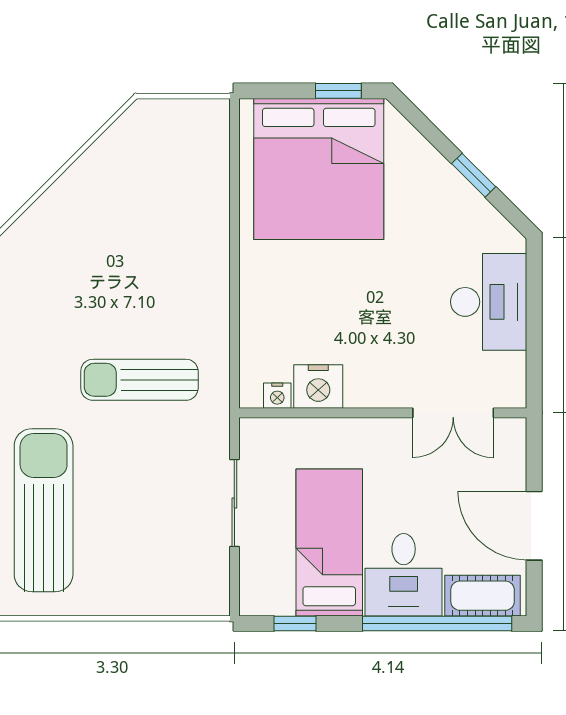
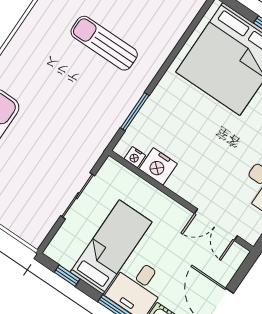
window: (234, 333) -> (135, 112), added
sun lounger: (139, 380) -> (104, 43), moved

